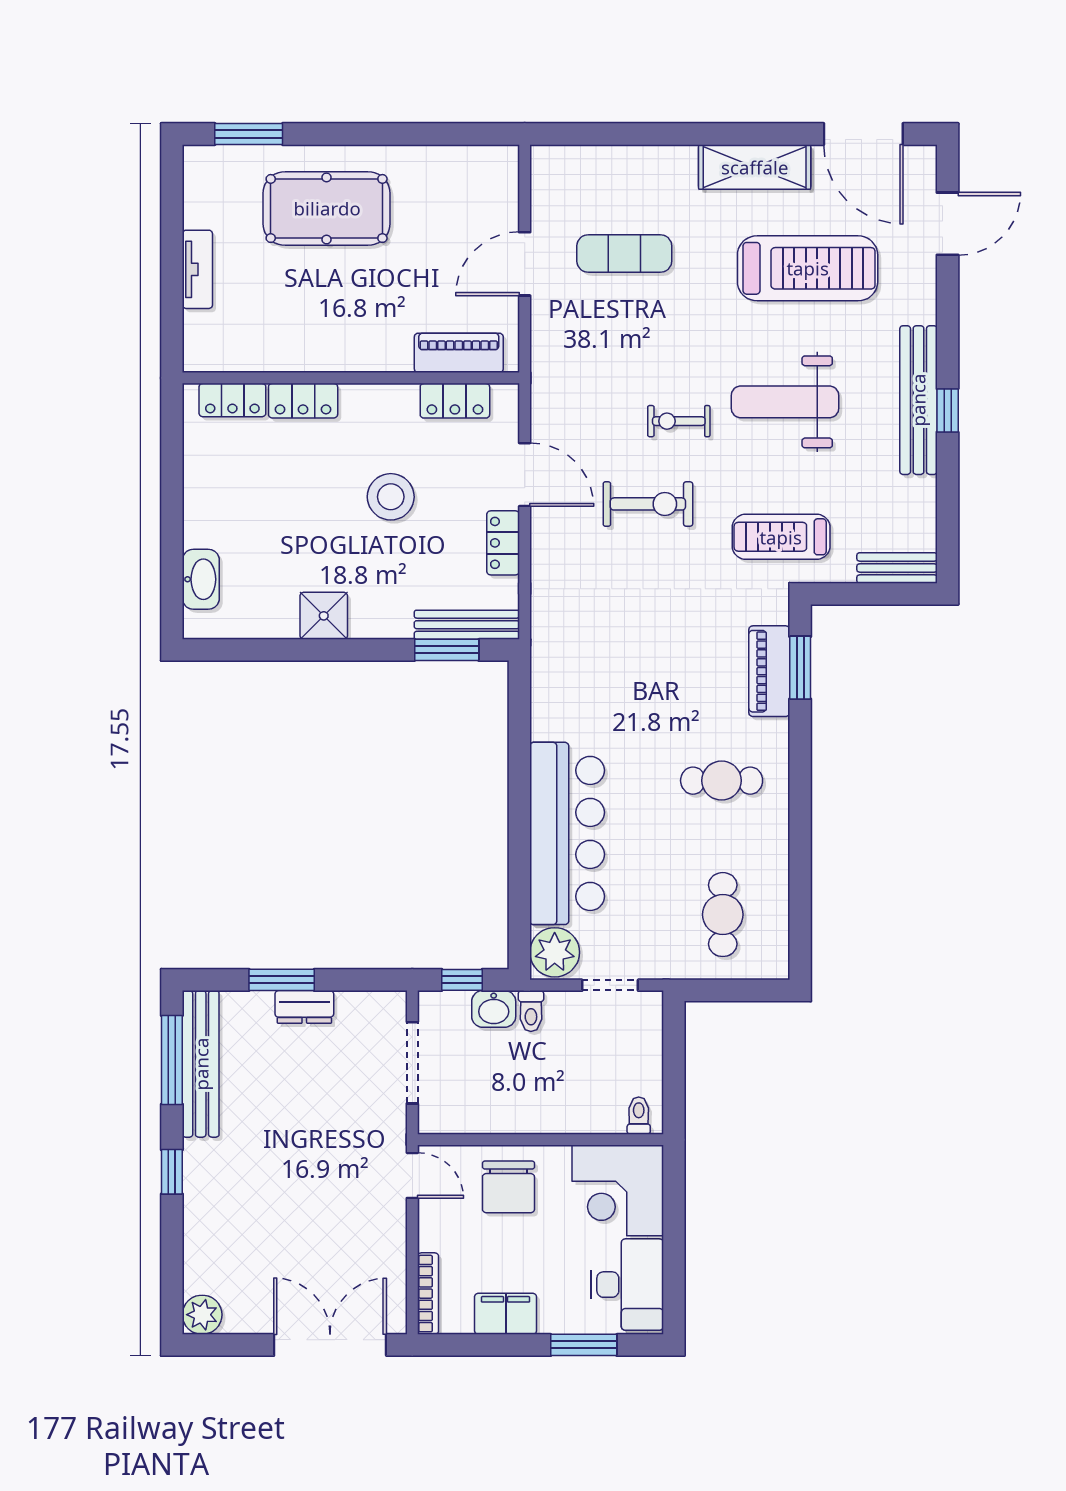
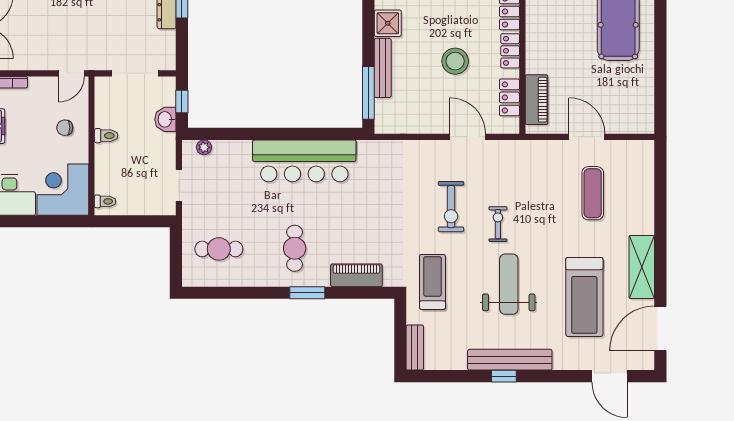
door: (525, 475) -> (468, 137), swing flipped
locker: (503, 543) -> (510, 51), moved, turned -90
bench: (467, 625) -> (383, 68), moved
window: (447, 650) -> (368, 93), width x1.44
window: (800, 668) -> (307, 293), moved
bar counter: (567, 833) -> (304, 161), moved
plant: (555, 952) -> (204, 147), width x0.53, depth x0.53
toilet: (531, 1011) -> (106, 136), moved, turned 180
chair: (508, 1187) -> (65, 128), width x0.54, depth x0.54

